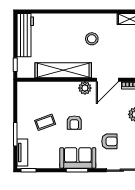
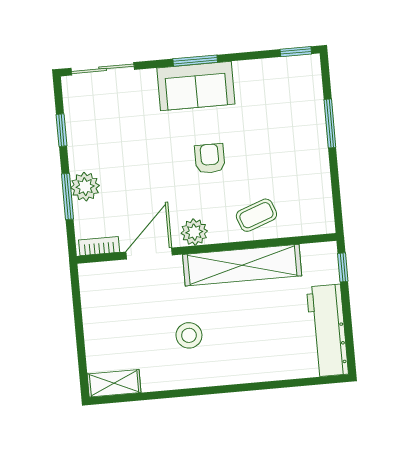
coffee table: (45, 122) -> (256, 215), moved
armchair: (109, 141) -> (133, 126), removed
tv unit: (22, 153) -> (312, 87), removed

